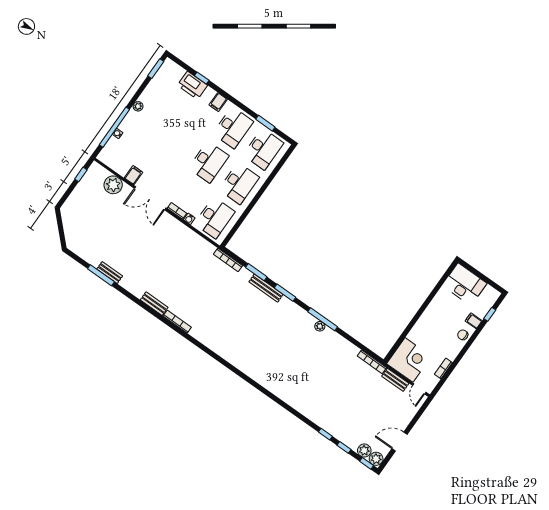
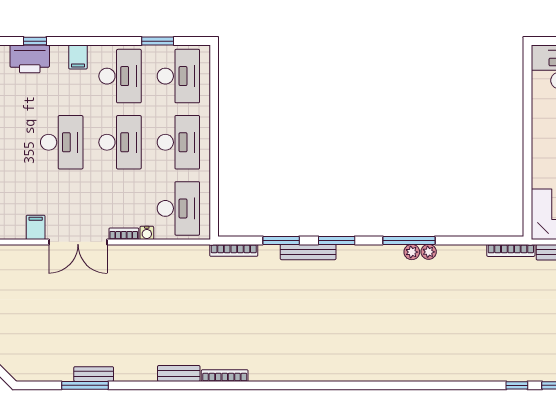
desk: (178, 140) -> (62, 142), added
plant: (113, 185) -> (429, 252), moved, width x0.53, depth x0.53

